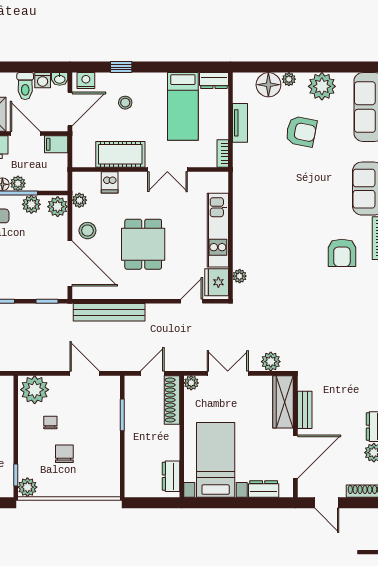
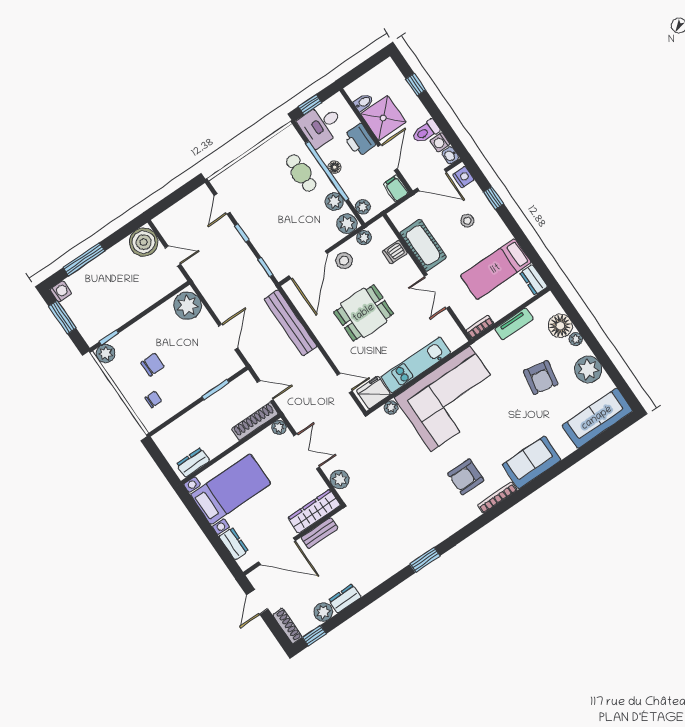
plant: (18, 183) -> (363, 207), moved
corner sofa: (266, 220) -> (450, 398), added
chair: (50, 423) -> (153, 399), moved

